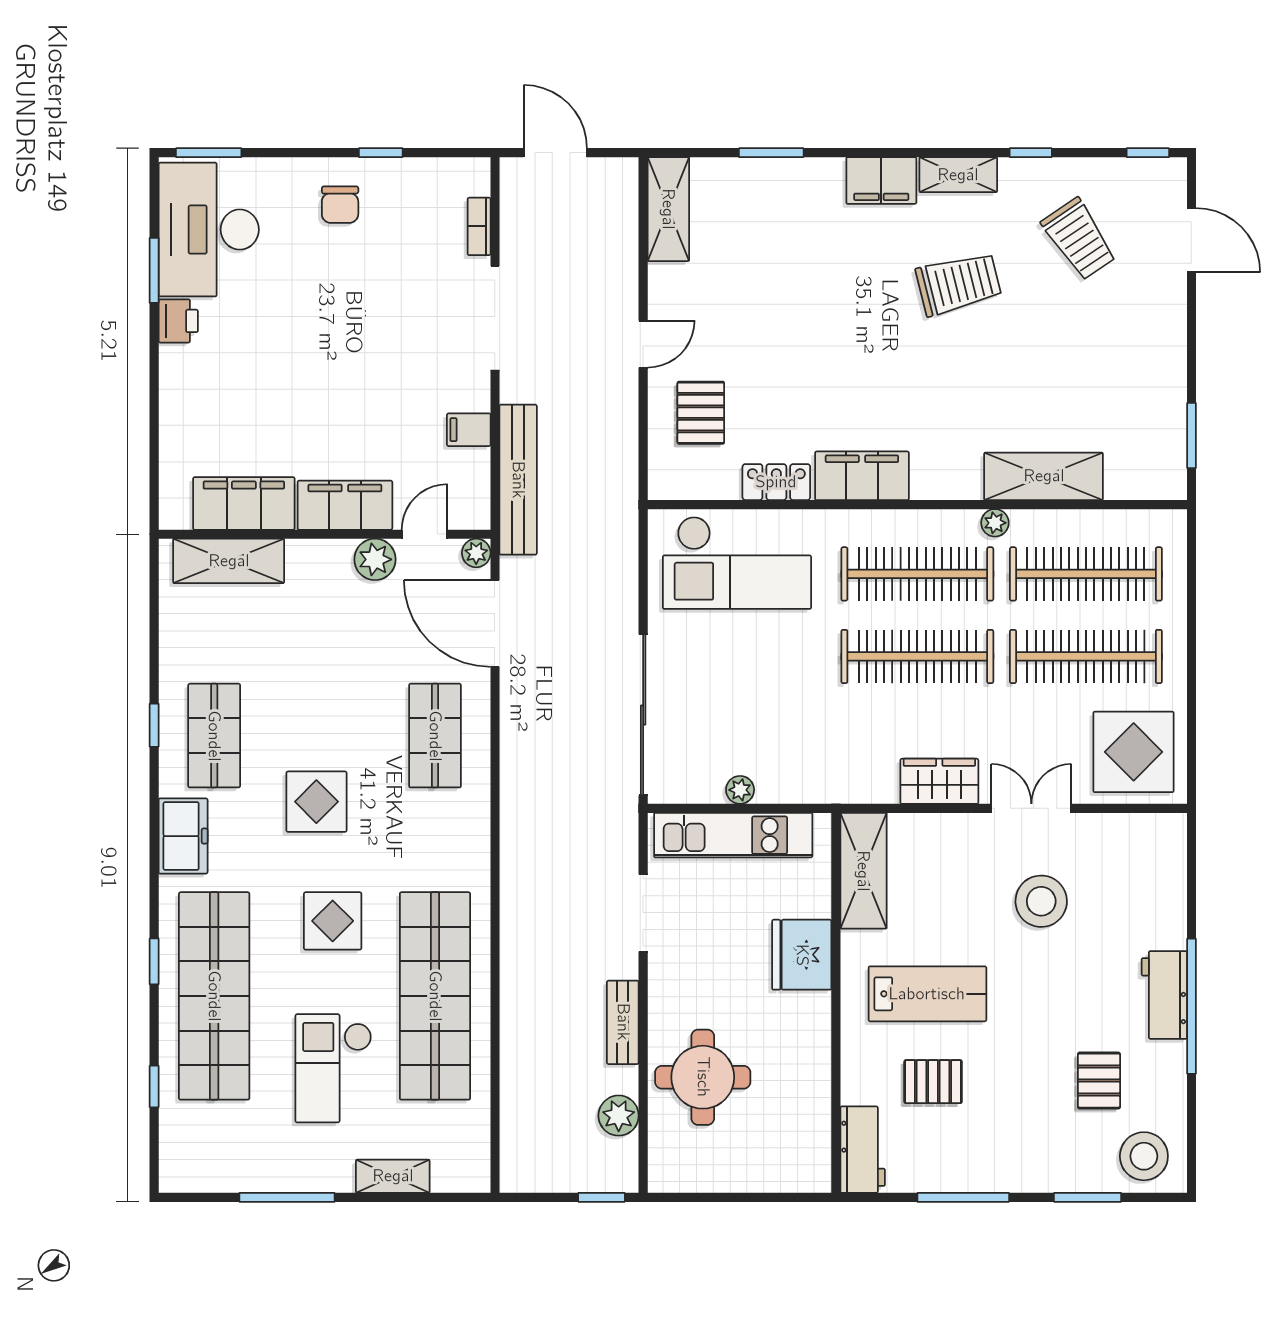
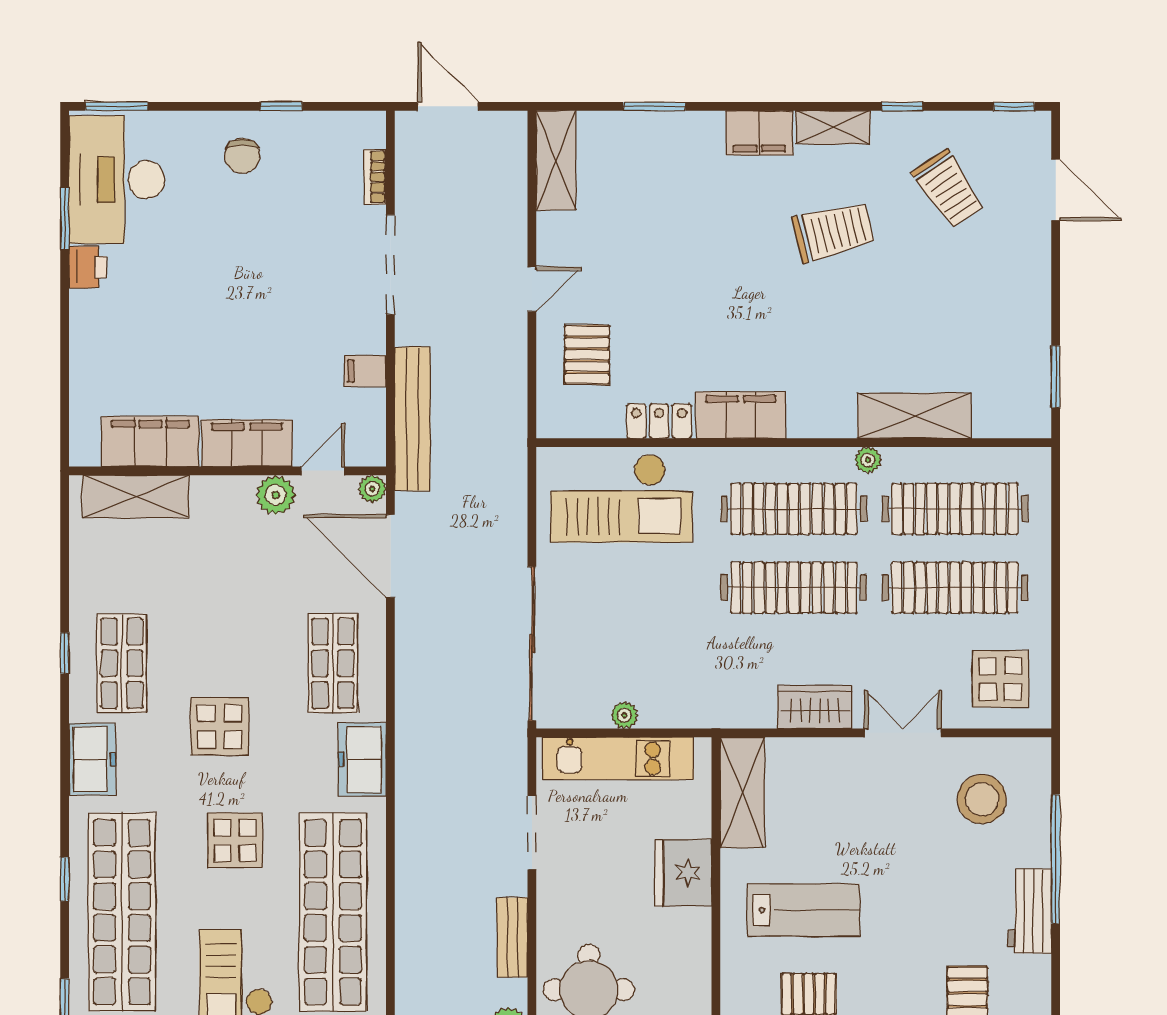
display table: (1134, 752) -> (1000, 679), width x0.73, depth x0.73
freezer: (466, 836) -> (362, 759), added
stool: (1041, 901) -> (982, 799), moved
window: (1191, 1006) -> (1056, 859), moved

